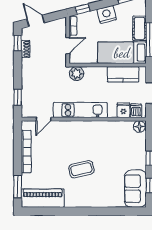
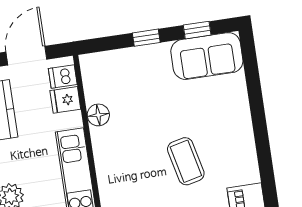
floor lamp: (139, 126) -> (98, 115), moved

